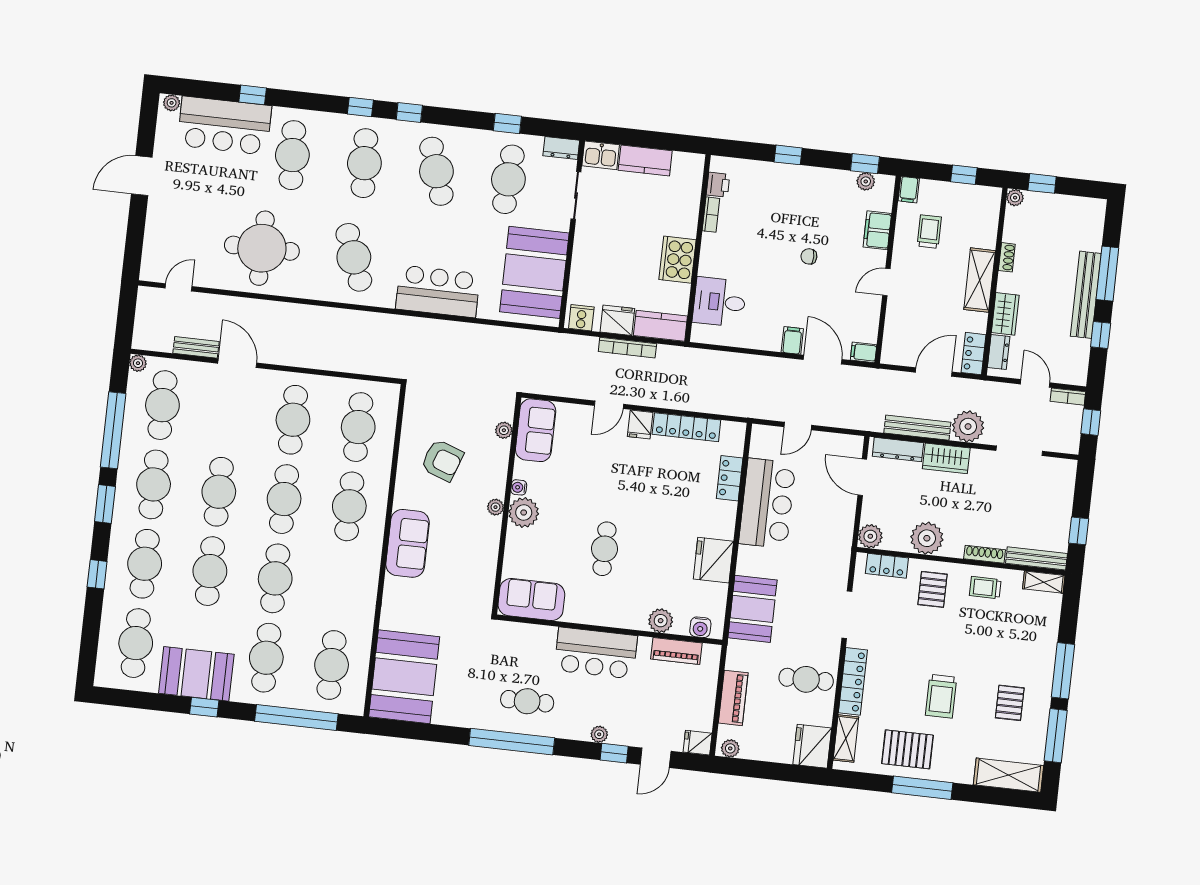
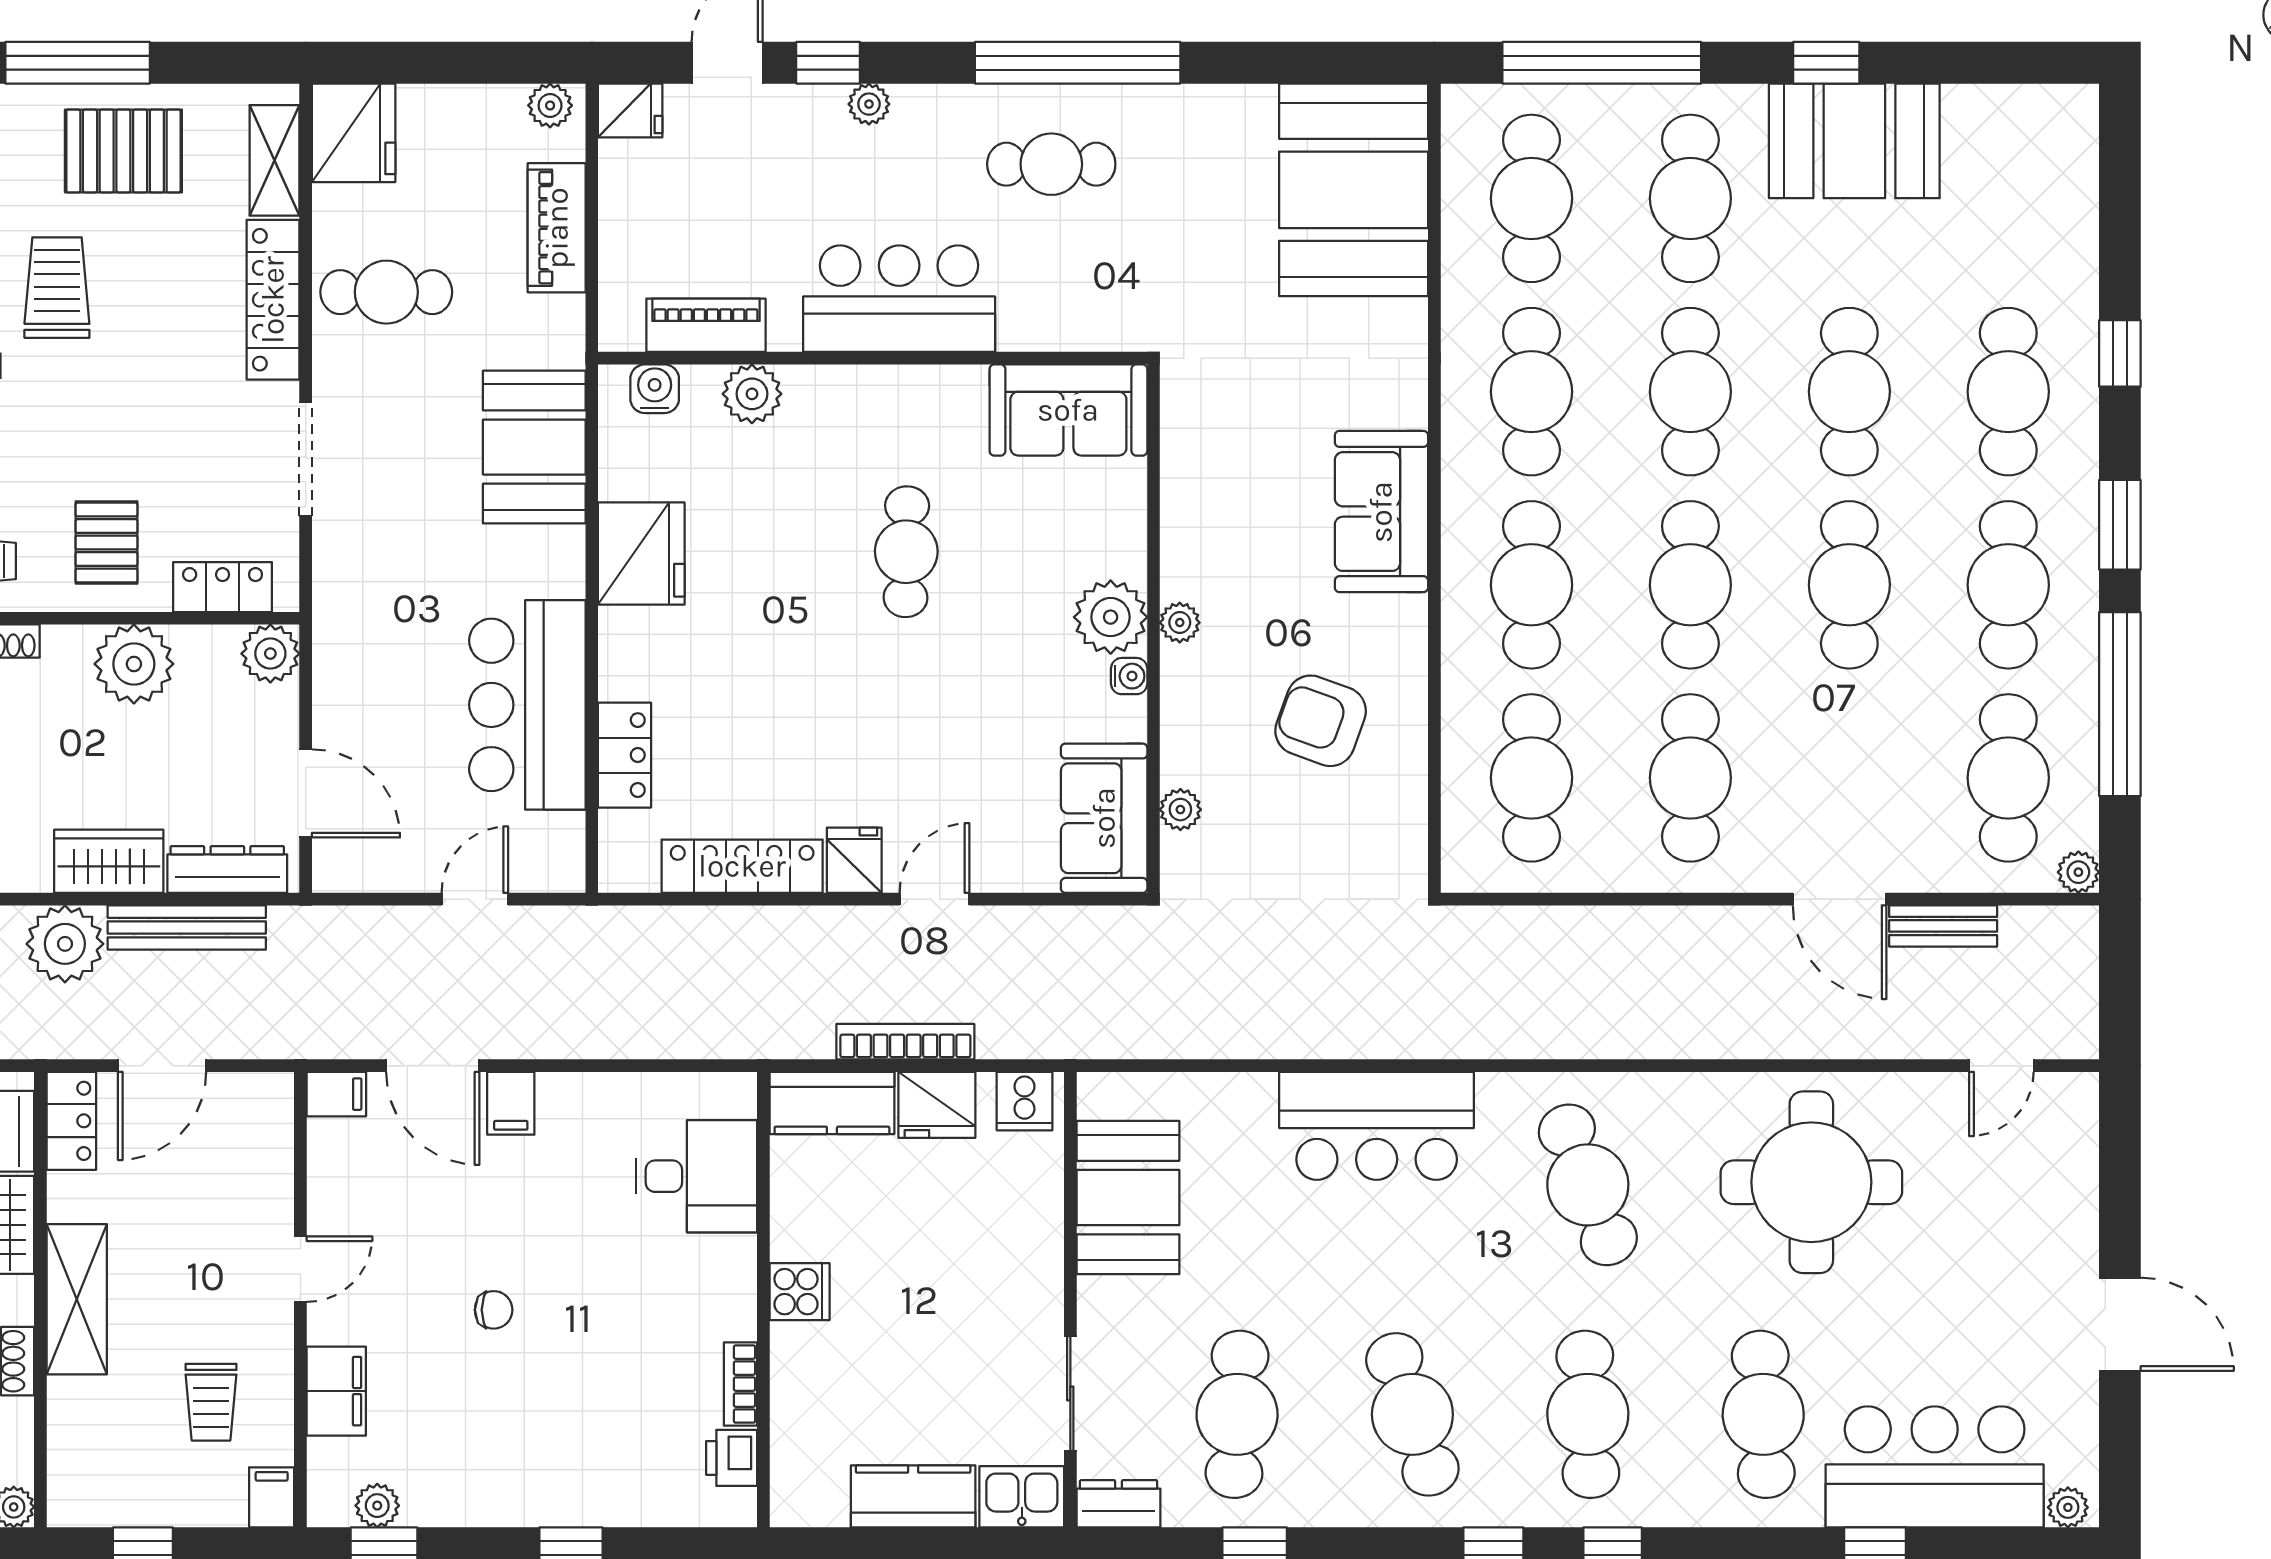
door: (142, 176) -> (2120, 1324), hinge flipped
cooker: (677, 260) -> (800, 1292), width x0.53, depth x0.76
booth: (534, 272) -> (1128, 1198), width x0.73, depth x0.70
cafe table: (136, 643) -> (1531, 392), moved

